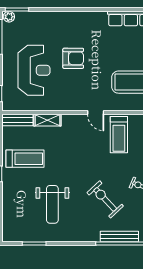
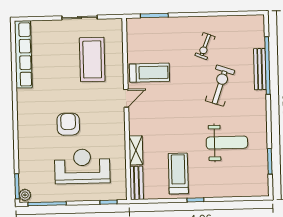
exercise bike: (105, 199) -> (220, 86), turned 152

